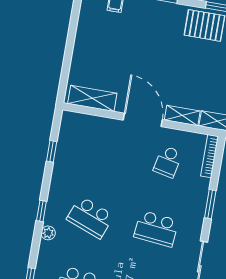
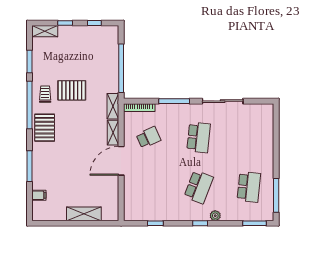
shelving: (92, 98) -> (84, 214), moved, turned 90
school desk: (168, 162) -> (148, 137), turned -36
window: (210, 204) -> (174, 101), width x1.44

